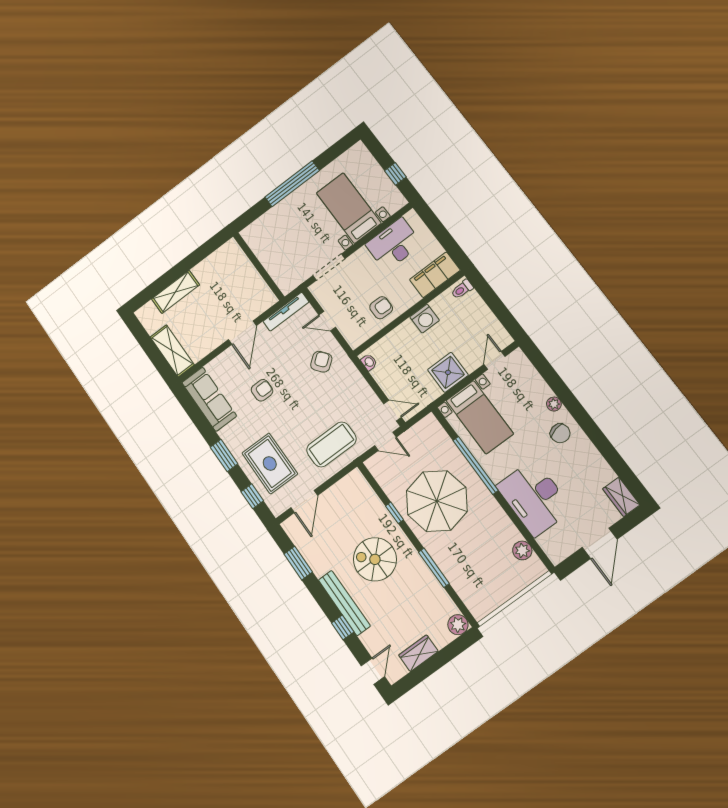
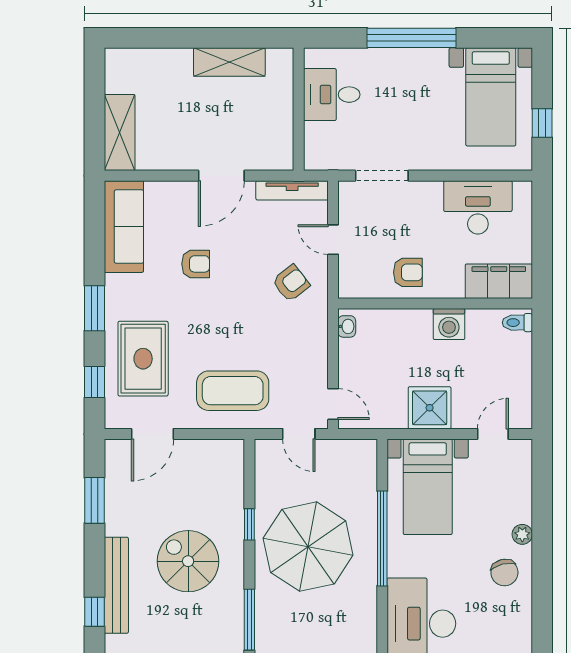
bed with nightstands: (349, 208) -> (491, 97), moved, turned 180
desk: (271, 245) -> (332, 95), added
shelving: (176, 292) -> (229, 62), moved

